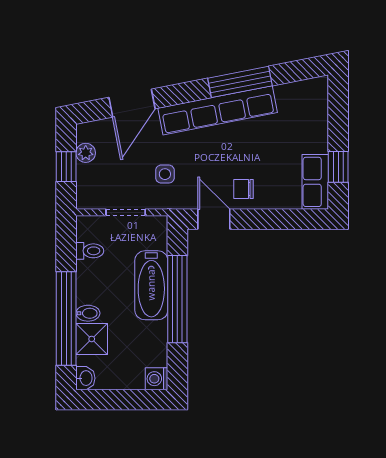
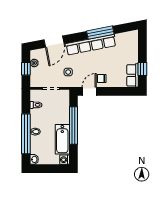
door: (214, 219) -> (89, 91), hinge flipped
bathtub: (151, 285) -> (62, 139), moved
shower: (92, 339) -> (37, 143), removed

